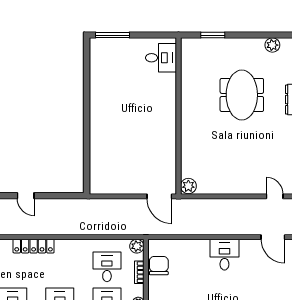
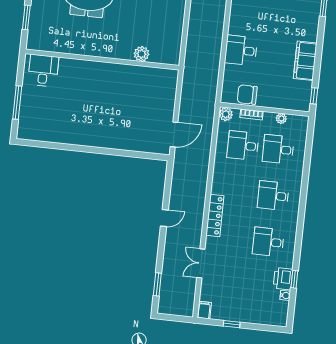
window: (113, 35) -> (17, 102), moved
plant: (188, 186) -> (141, 54), moved
door: (159, 196) -> (174, 134), moved
desk: (224, 255) -> (241, 50), moved

